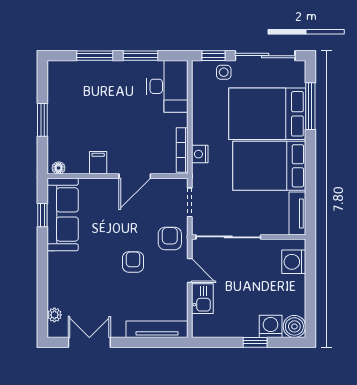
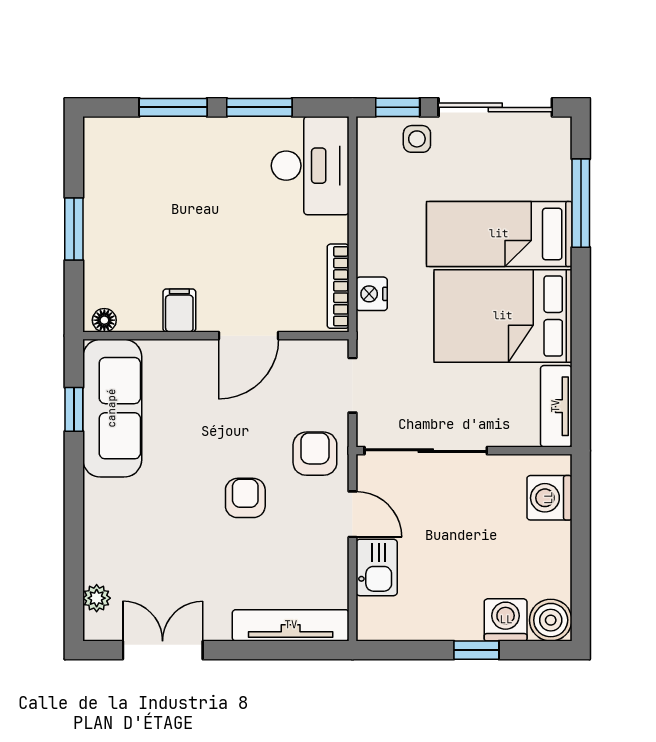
bed: (267, 114) -> (499, 234), width x0.67

